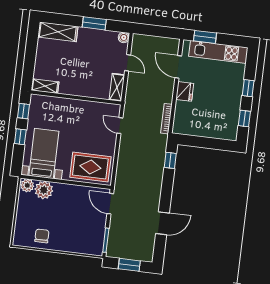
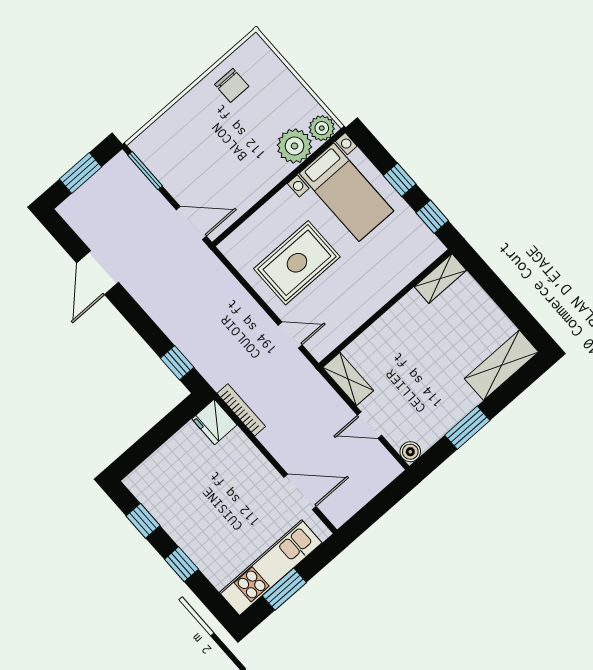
window: (205, 37) -> (284, 589), moved
fridge: (185, 91) -> (214, 422), moved
rug: (90, 167) -> (297, 263), moved

